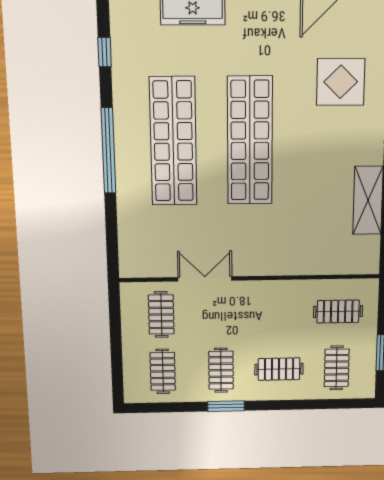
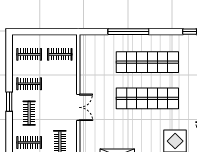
window: (108, 151) -> (128, 32), moved
double door: (205, 279) -> (78, 107), moved
window: (226, 406) -> (9, 102), moved

